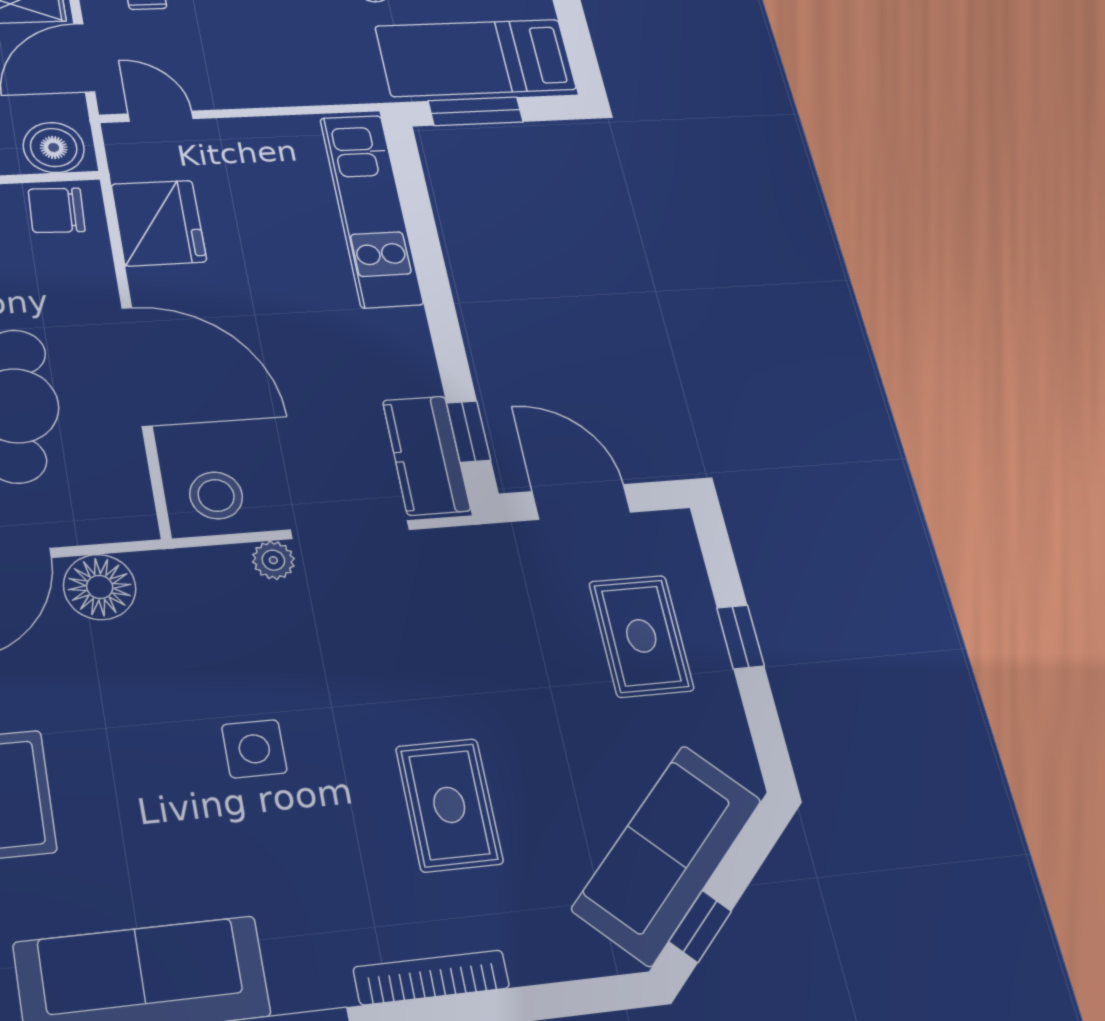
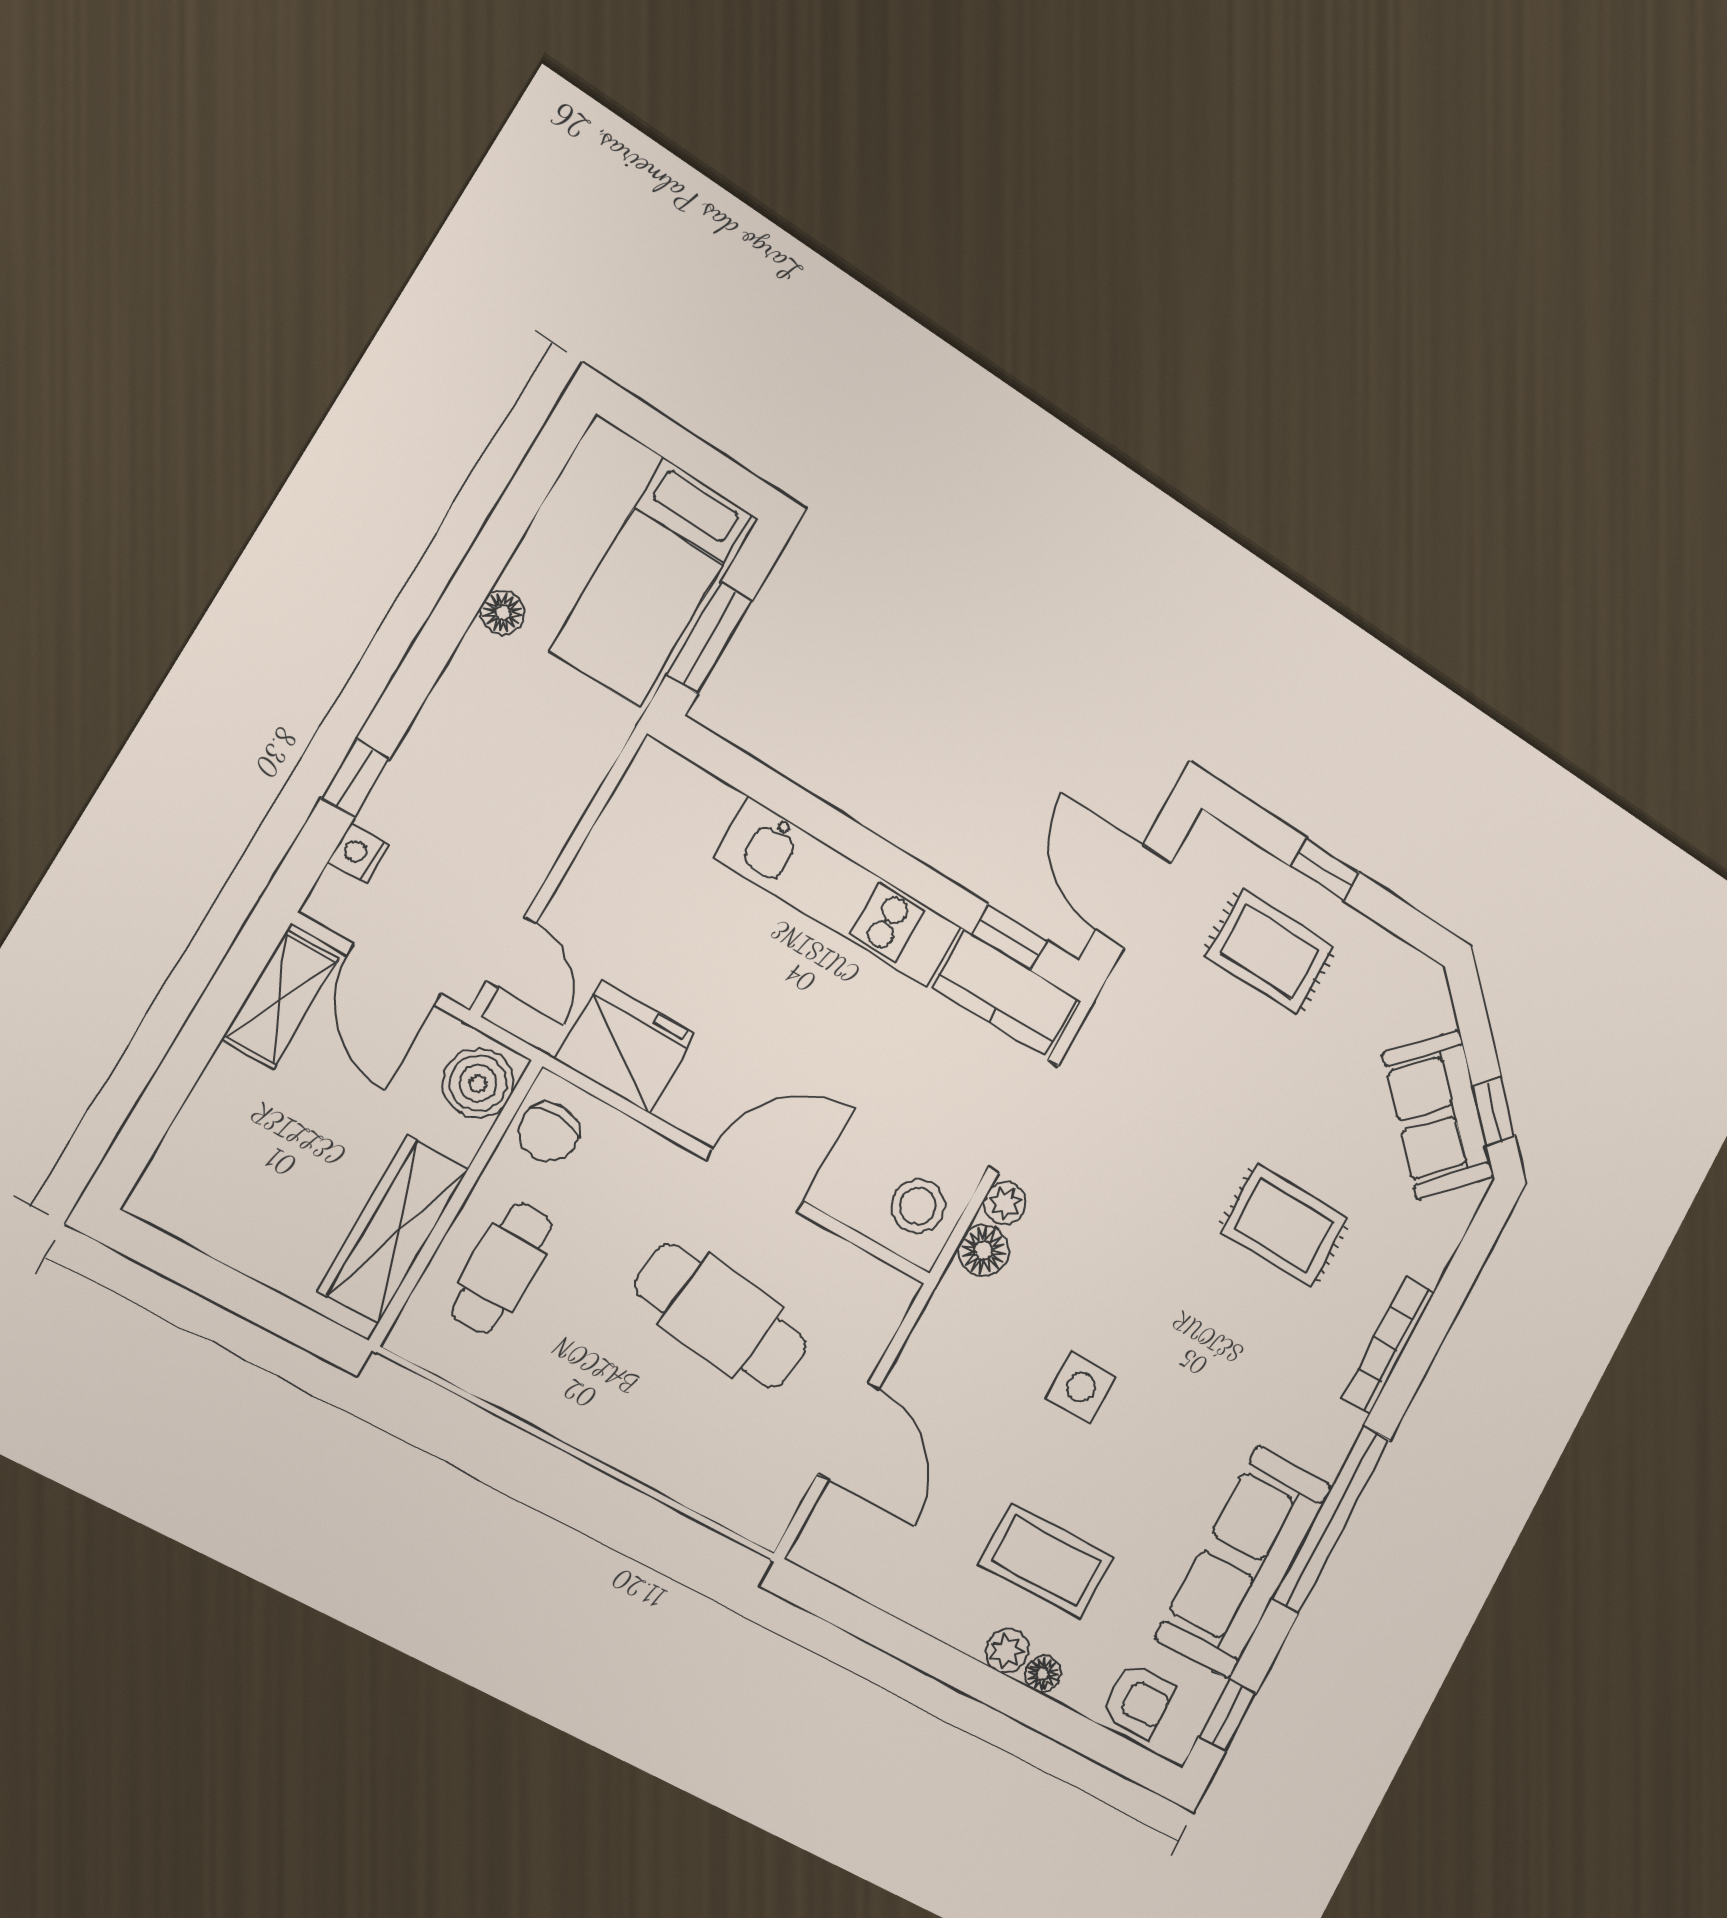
door: (161, 116) -> (511, 952), swing flipped
kitchen unit: (371, 210) -> (839, 893), moved
door: (137, 366) -> (755, 1180), width x0.73
door: (581, 502) -> (1133, 896), hinge flipped
floor lamp: (100, 587) -> (983, 1251), moved, width x0.73, depth x0.73
side table: (254, 749) -> (1081, 1387), moved
sofa: (667, 854) -> (1438, 1115), width x0.73

